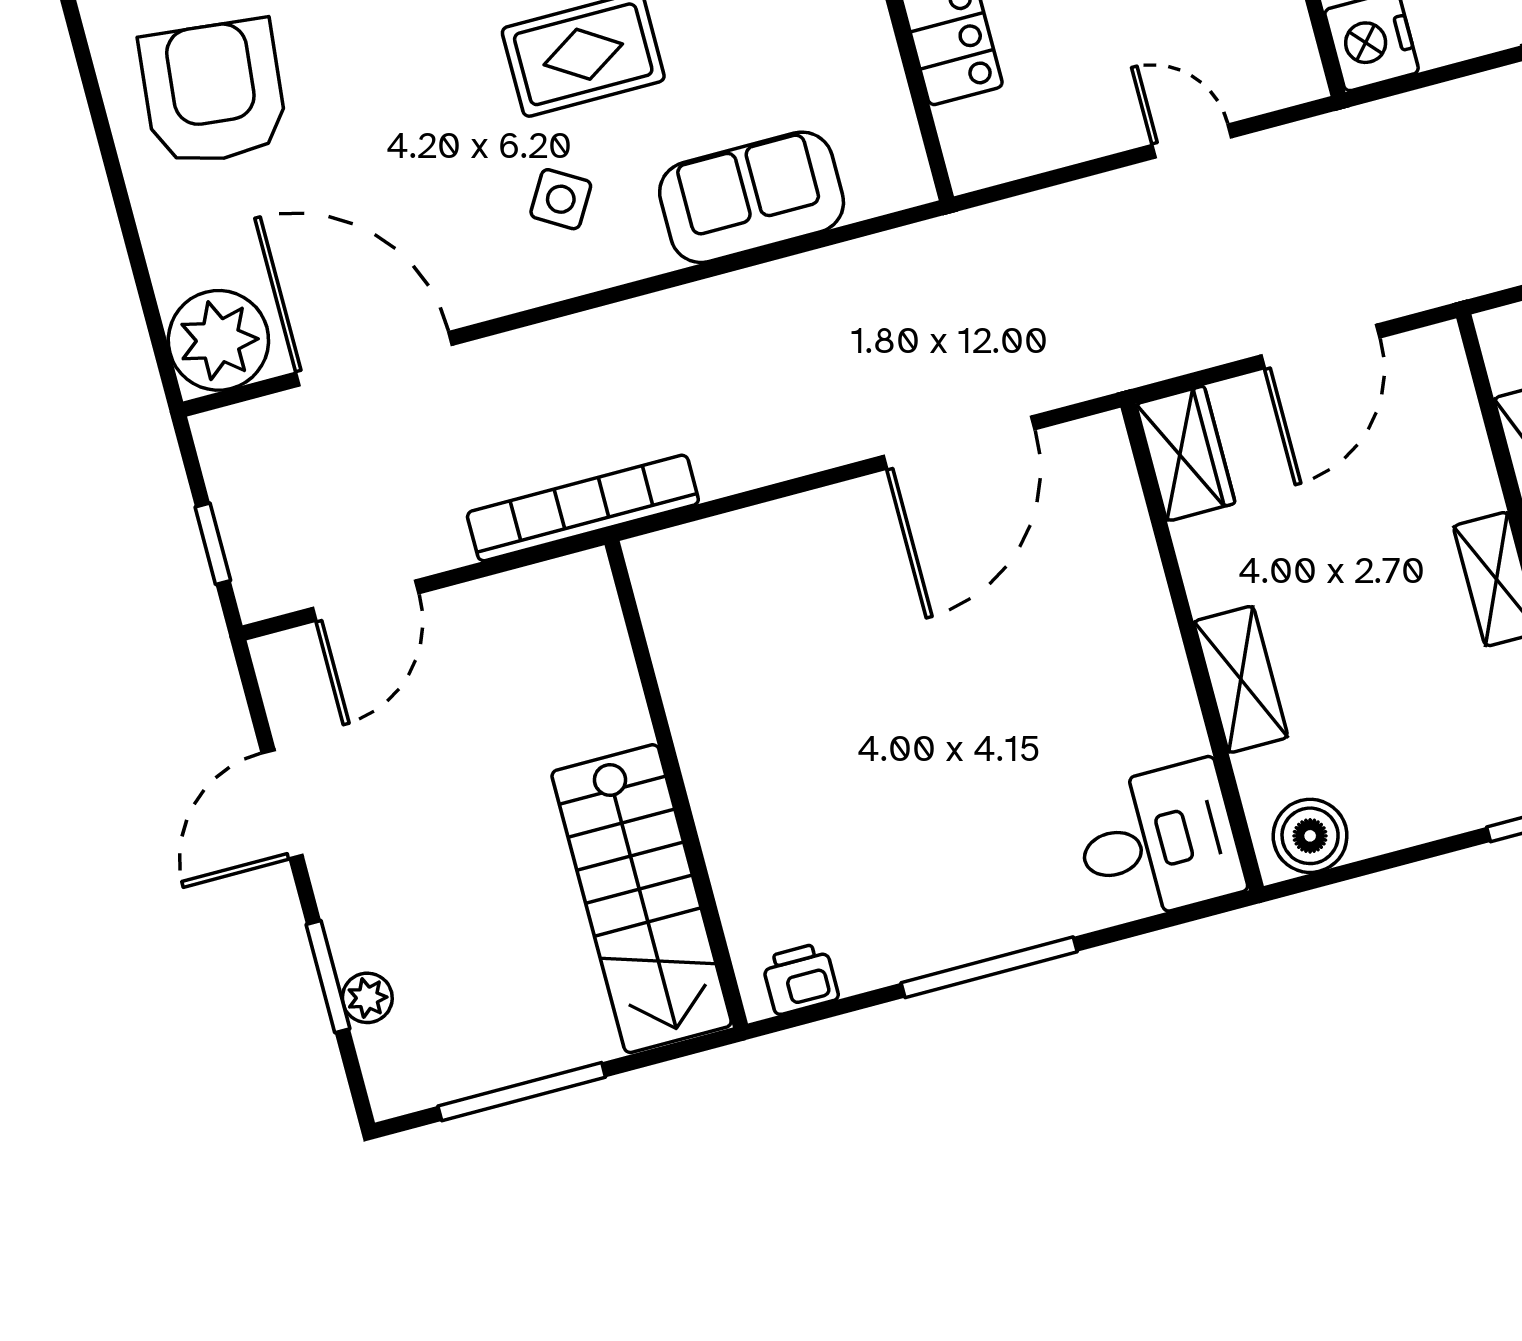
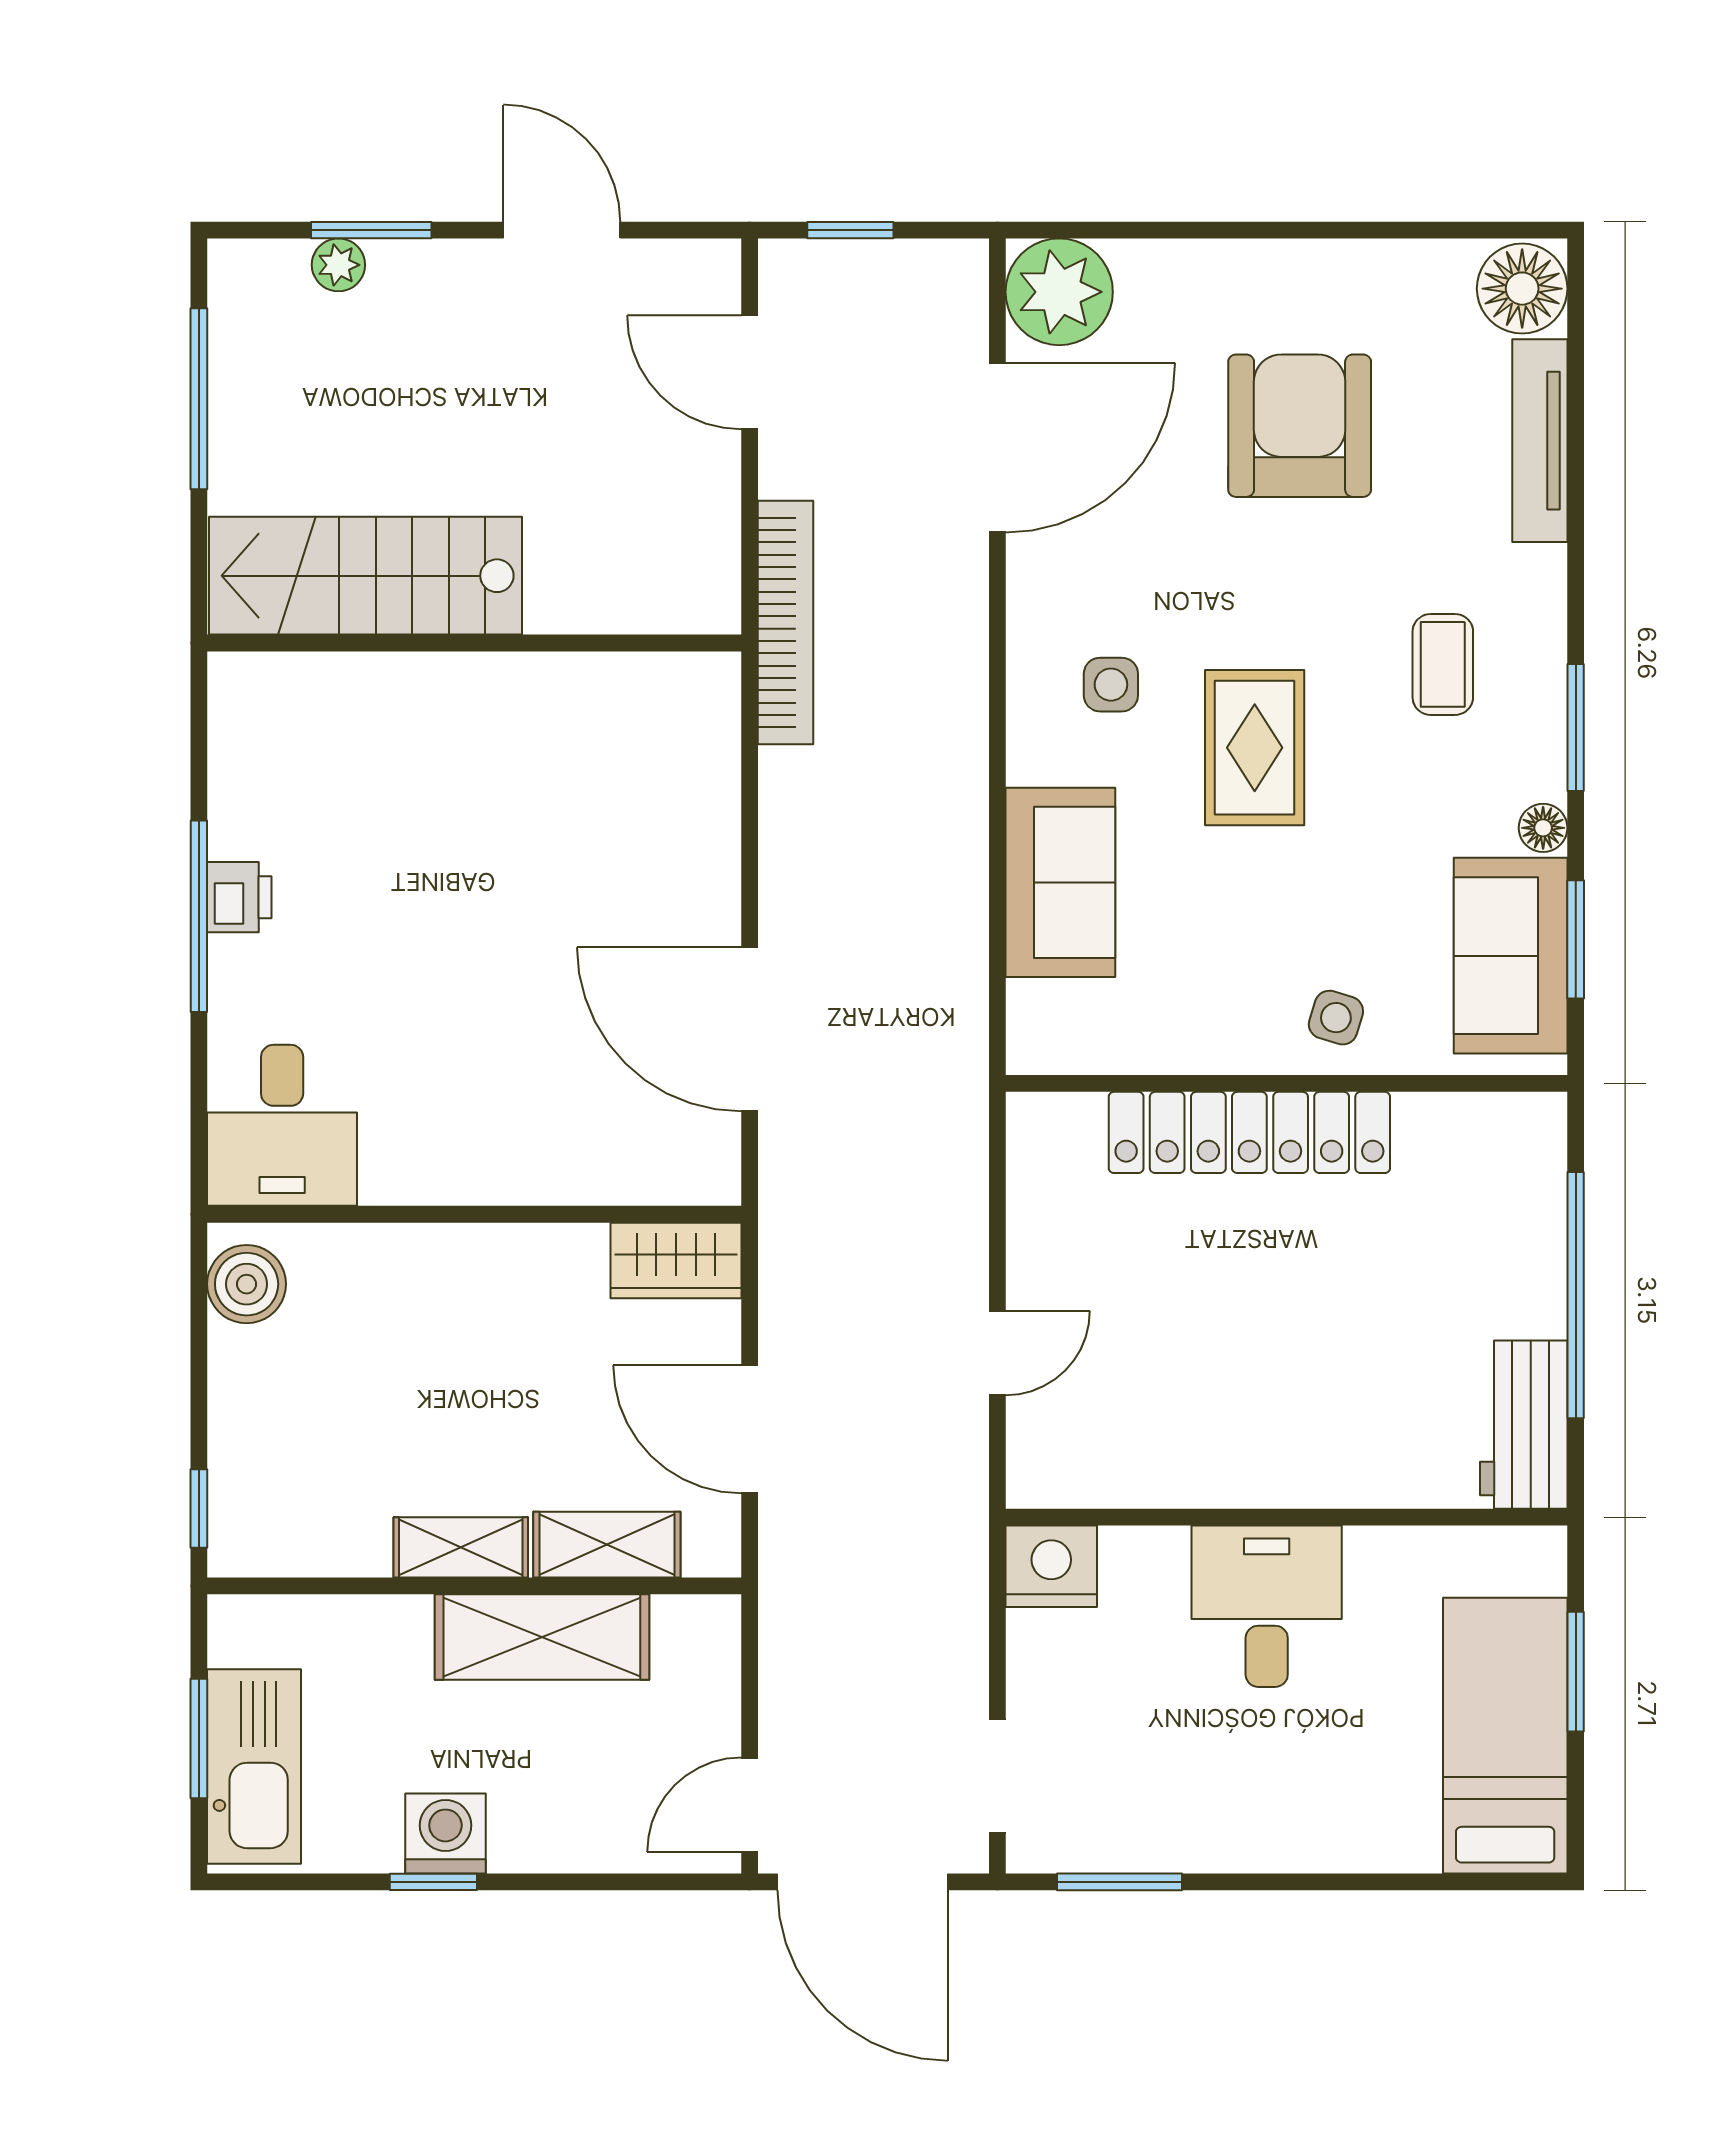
armchair: (213, 93) -> (1300, 426), moved, turned -96
side table: (561, 199) -> (1111, 685), turned -31
shelving: (1241, 679) -> (607, 1545), moved
printer: (800, 979) -> (239, 897), moved

